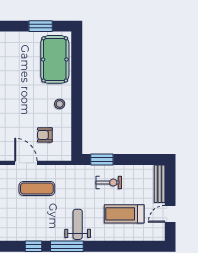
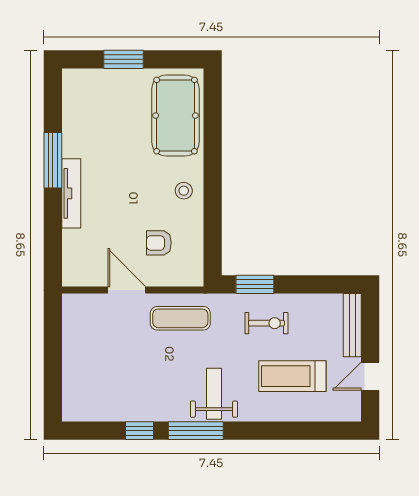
window: (41, 26) -> (124, 59), moved
exercise mat: (37, 188) -> (180, 318), moved

